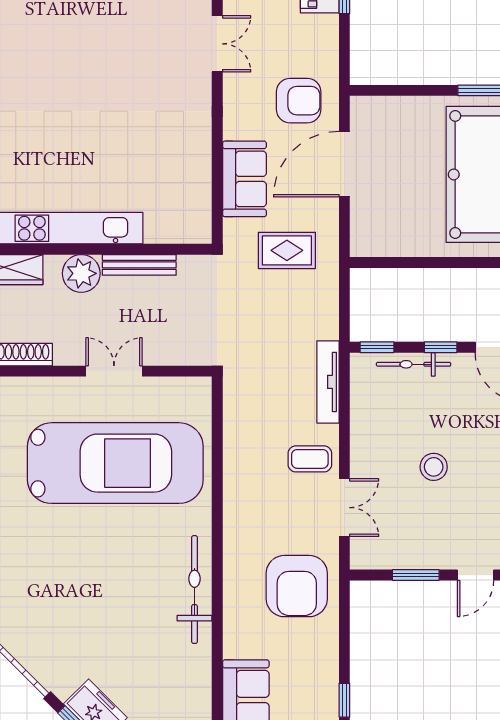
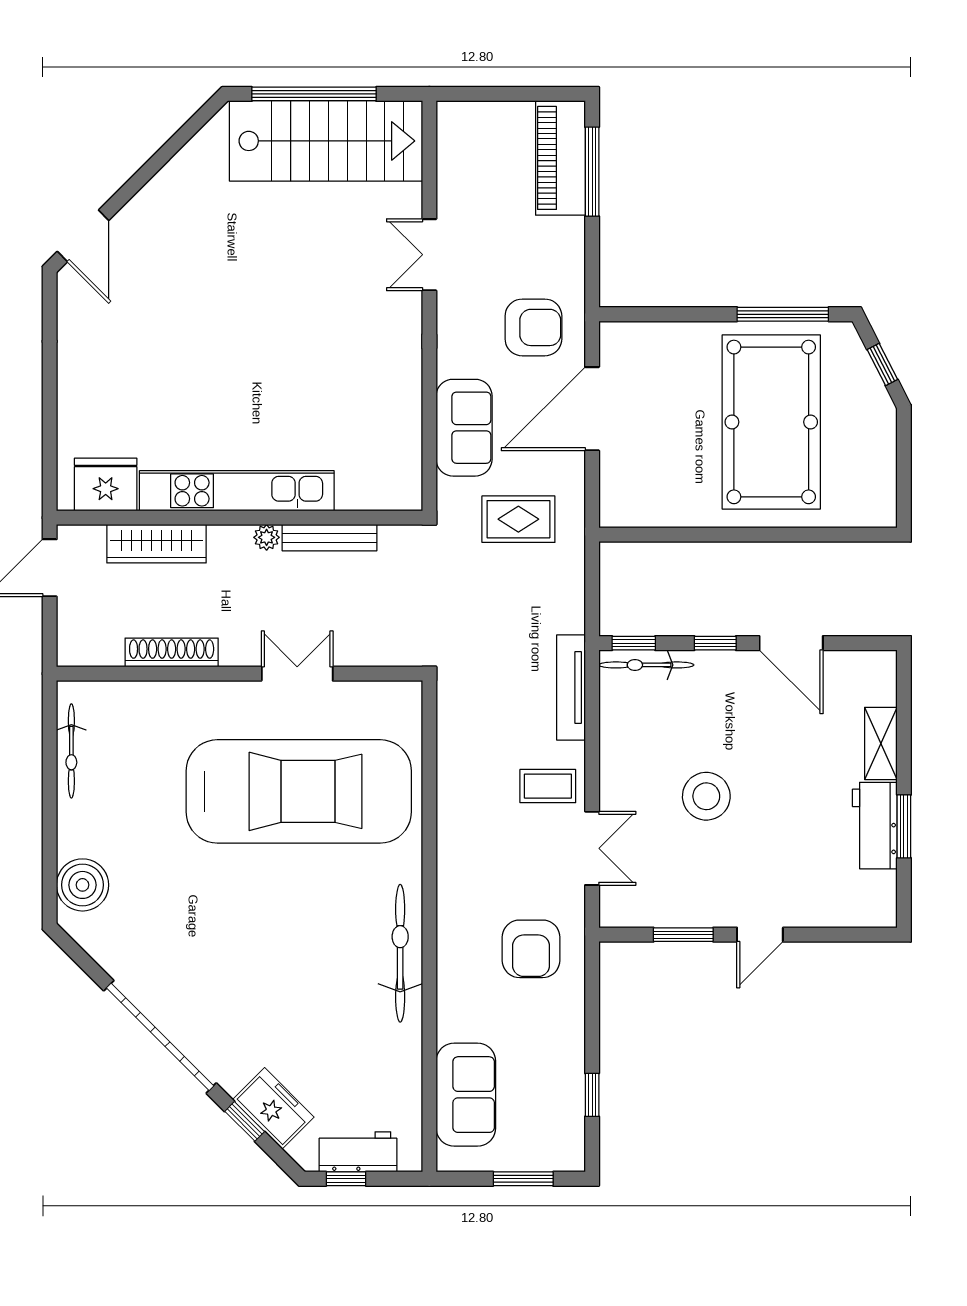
double door: (217, 44) -> (429, 255), swing flipped
plant: (81, 273) -> (267, 537), width x0.53, depth x0.53
bicycle: (414, 364) -> (646, 665), moved
stool: (434, 467) -> (706, 796), width x1.38, depth x1.38
armchair: (297, 586) -> (531, 949), width x0.73, depth x0.73

